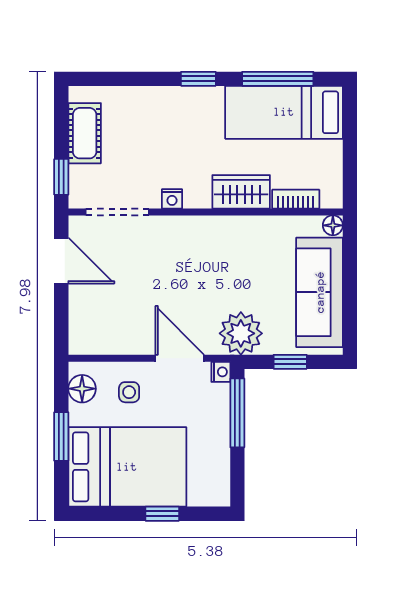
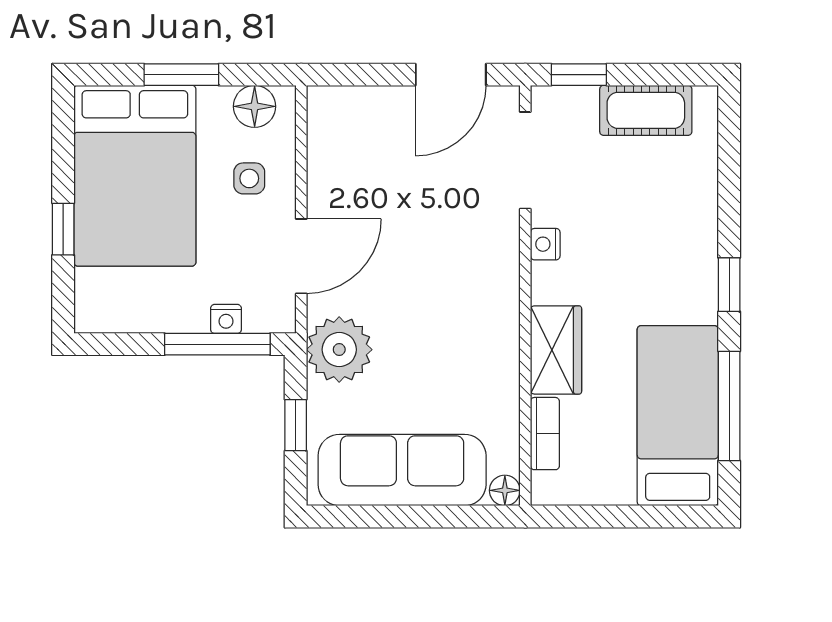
nightstand: (221, 372) -> (226, 319), moved

